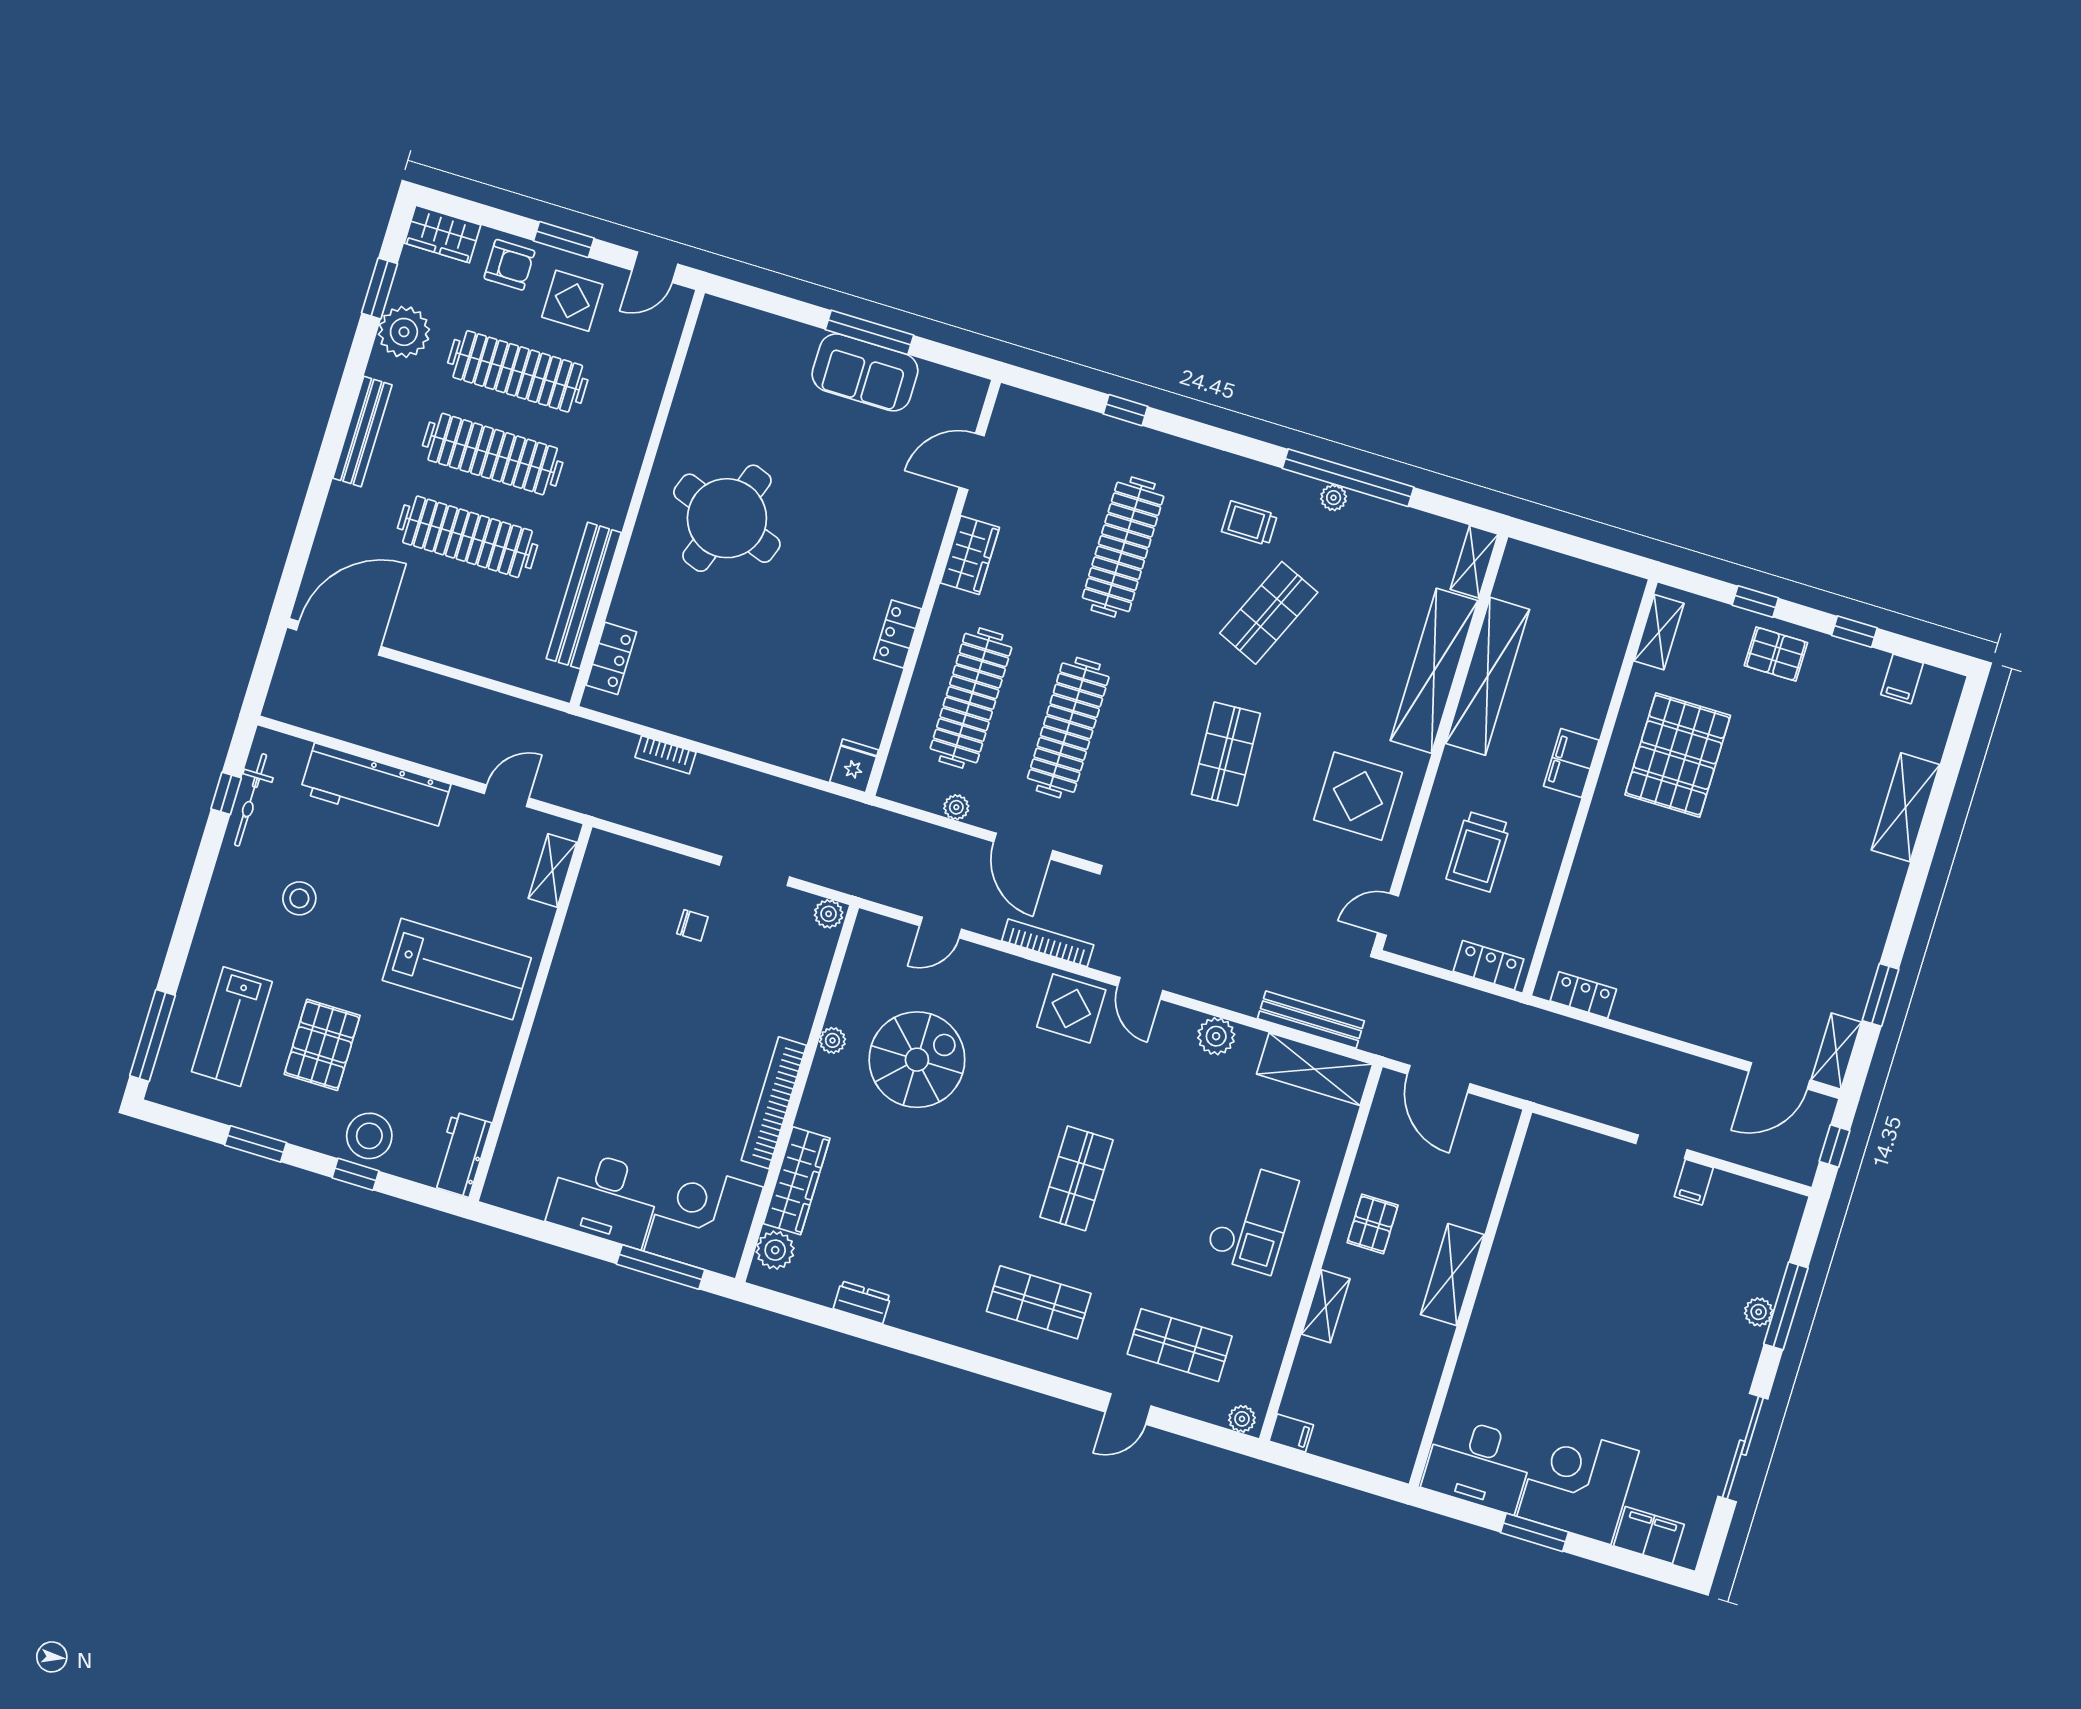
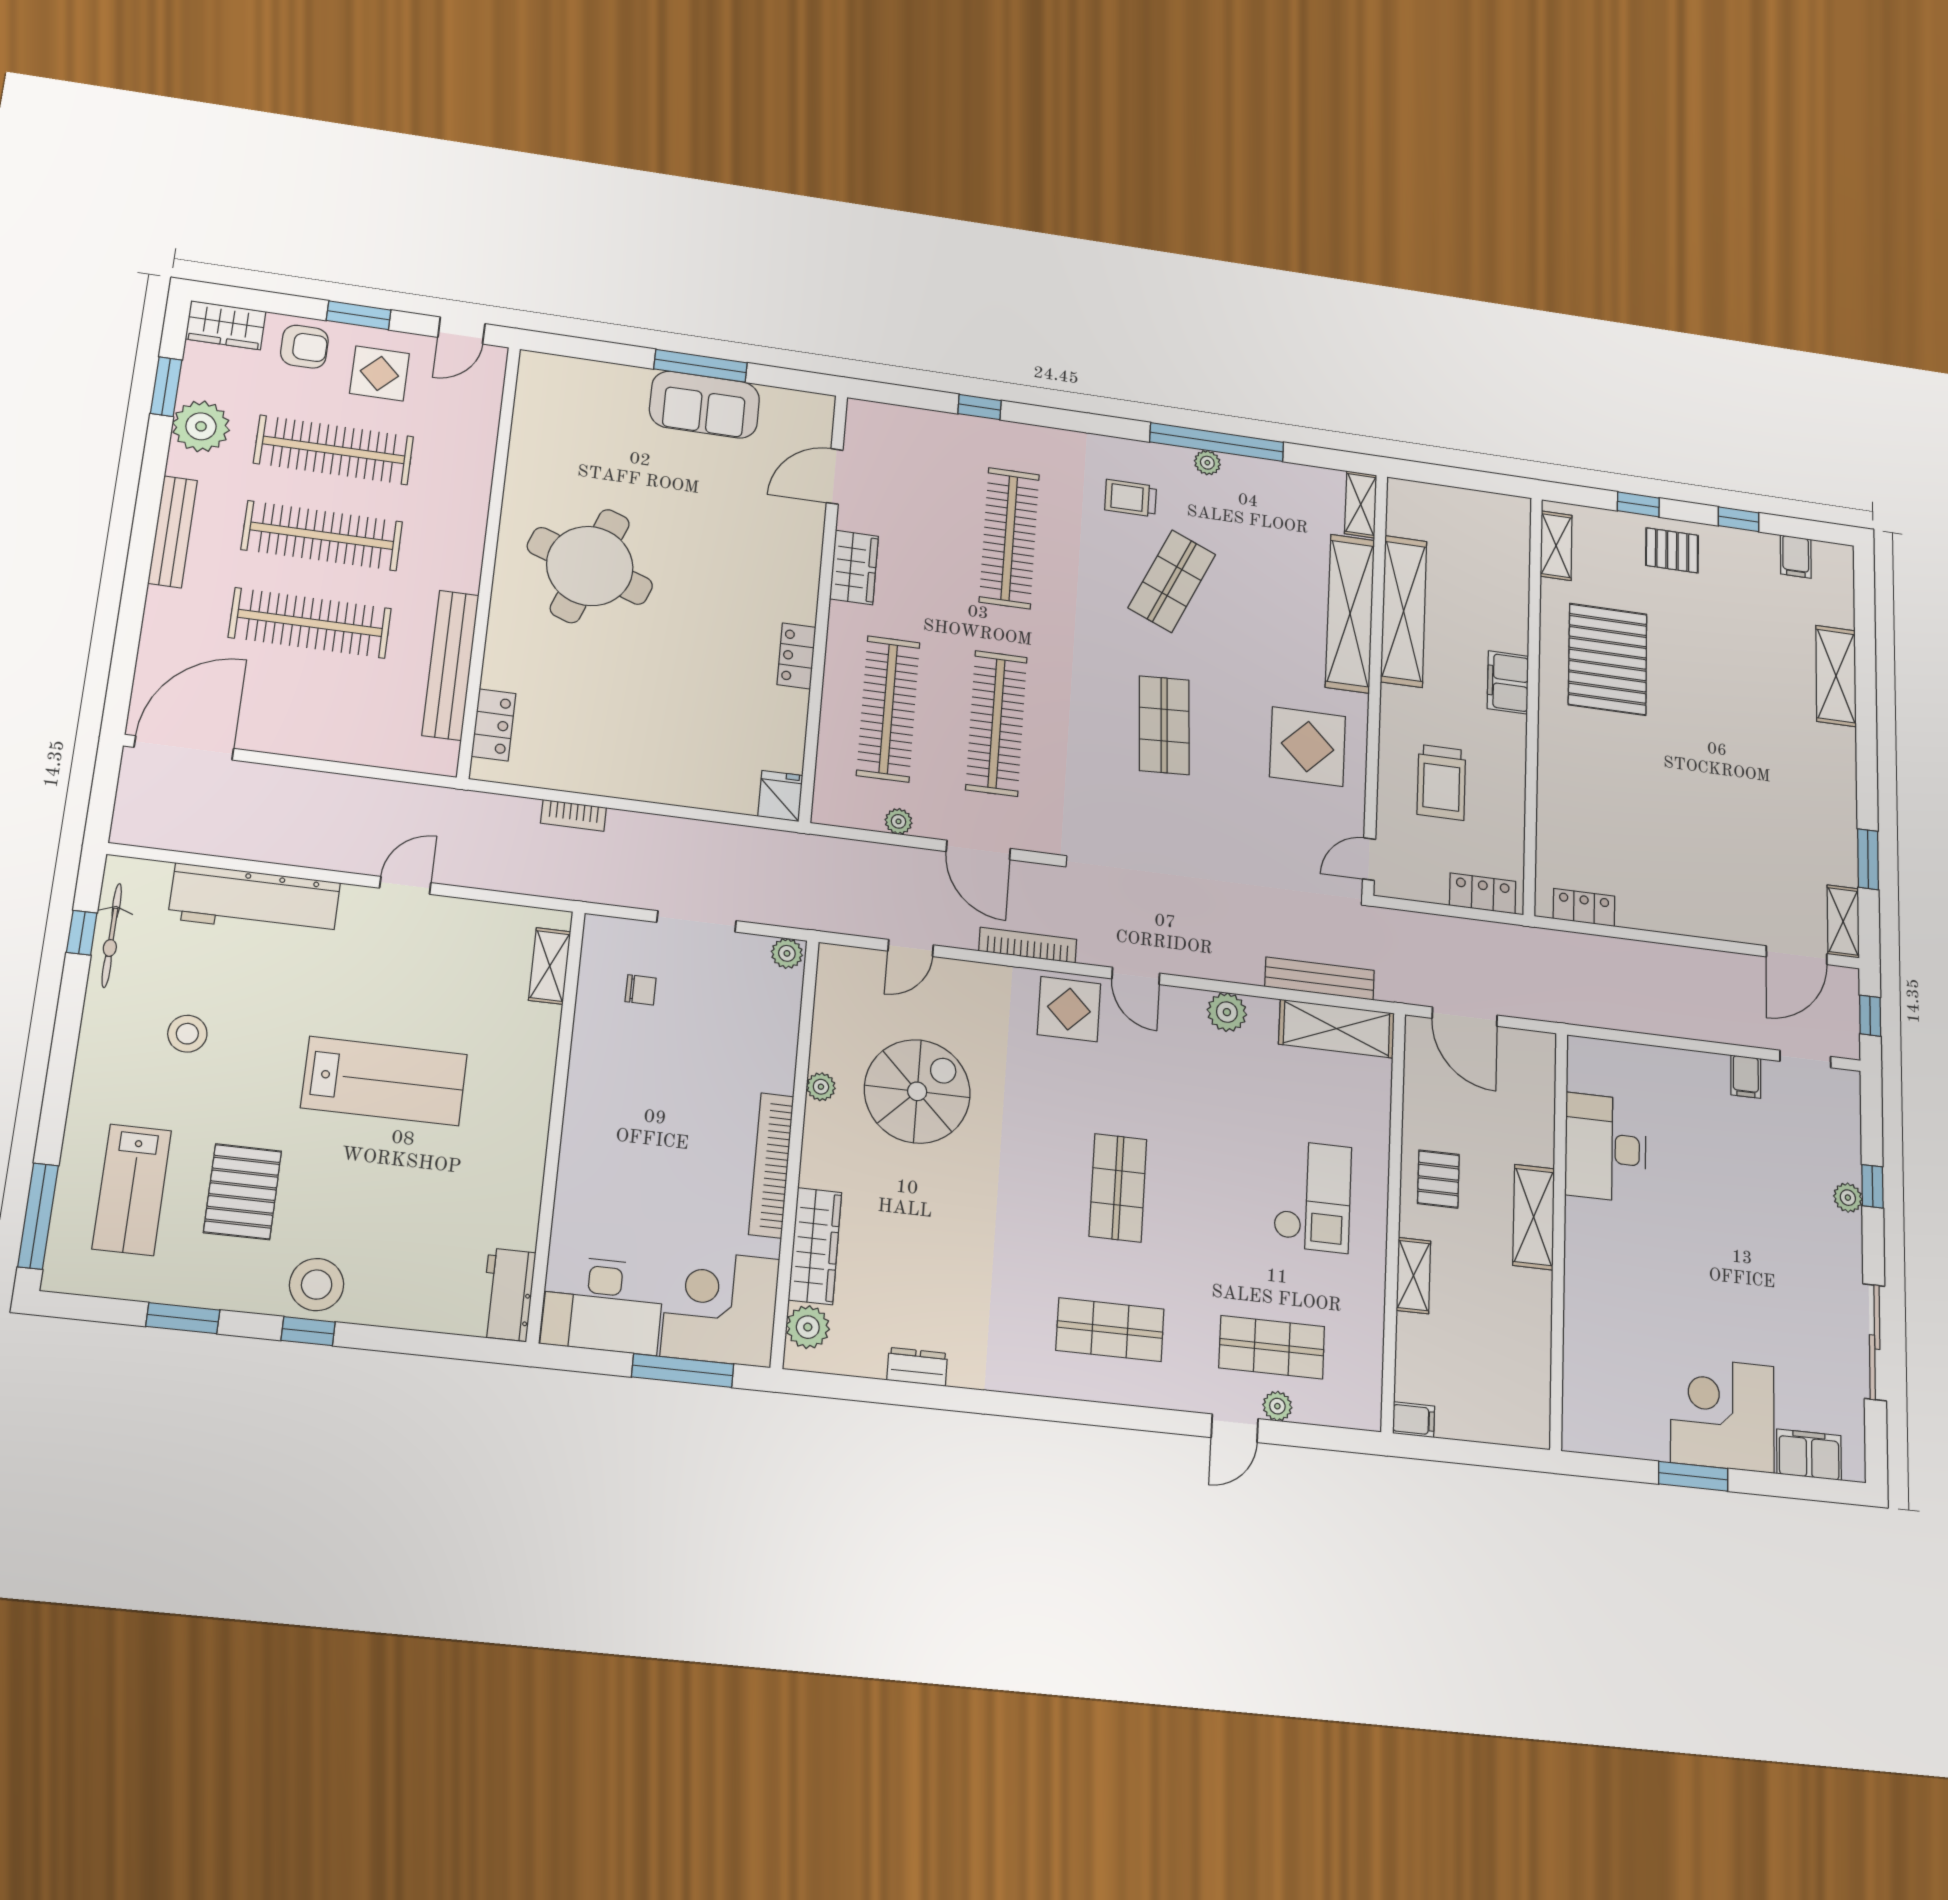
shelving: (553, 870) -> (550, 966), moved
wall: (531, 1013) -> (556, 1123), moved
doorway: (1661, 1147) -> (1805, 1059), moved
workbench: (461, 1154) -> (508, 1295), moved
window: (1786, 1306) -> (1872, 1186), width x0.46
plant: (1242, 1419) -> (1277, 1406), moved
desk: (1478, 1464) -> (1606, 1148), moved, turned 90

